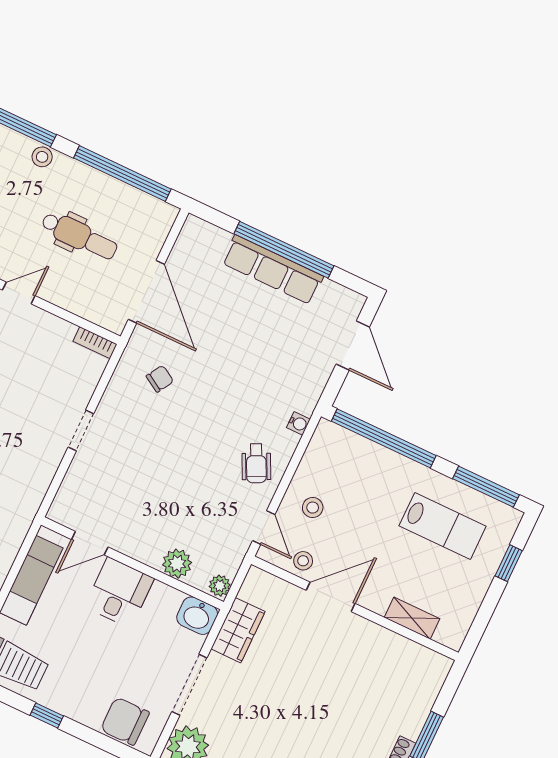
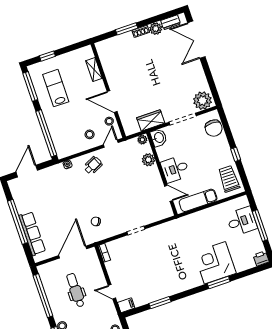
row of seats: (273, 270) -> (32, 234), moved

